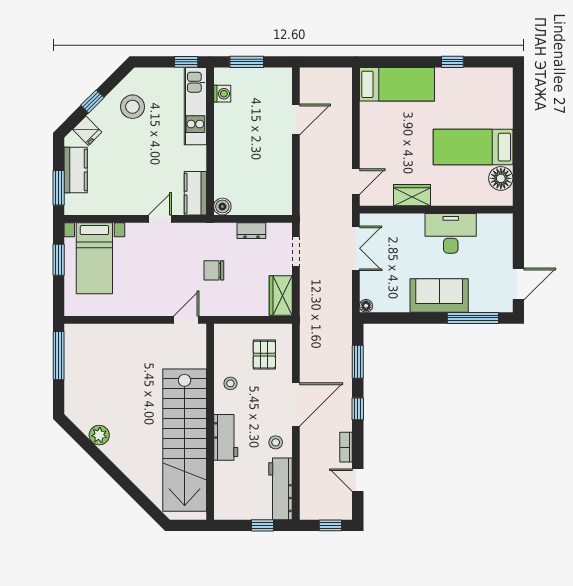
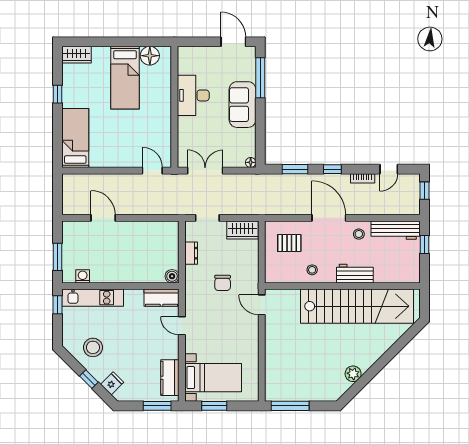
kitchen counter: (76, 170) -> (170, 378), moved, turned -90
wardrobe: (412, 195) -> (76, 55), moved, turned -90

